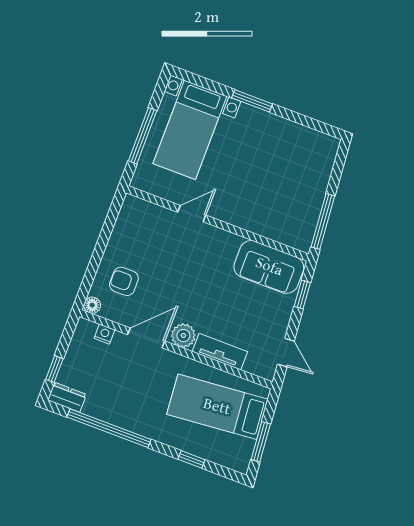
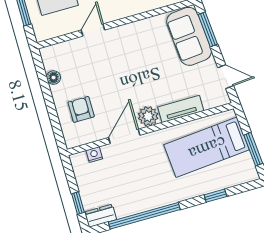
sofa: (269, 267) -> (189, 36), moved, turned 85
armchair: (124, 281) -> (81, 109), turned 90
window: (302, 295) -> (208, 29), width x1.50
floor lamp: (92, 305) -> (54, 78), moved

